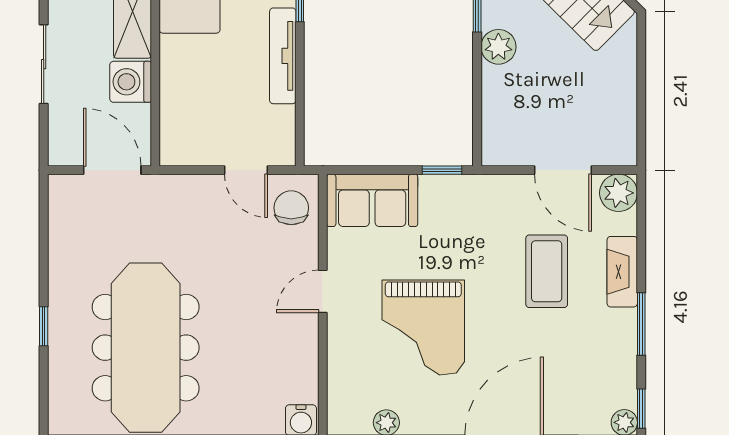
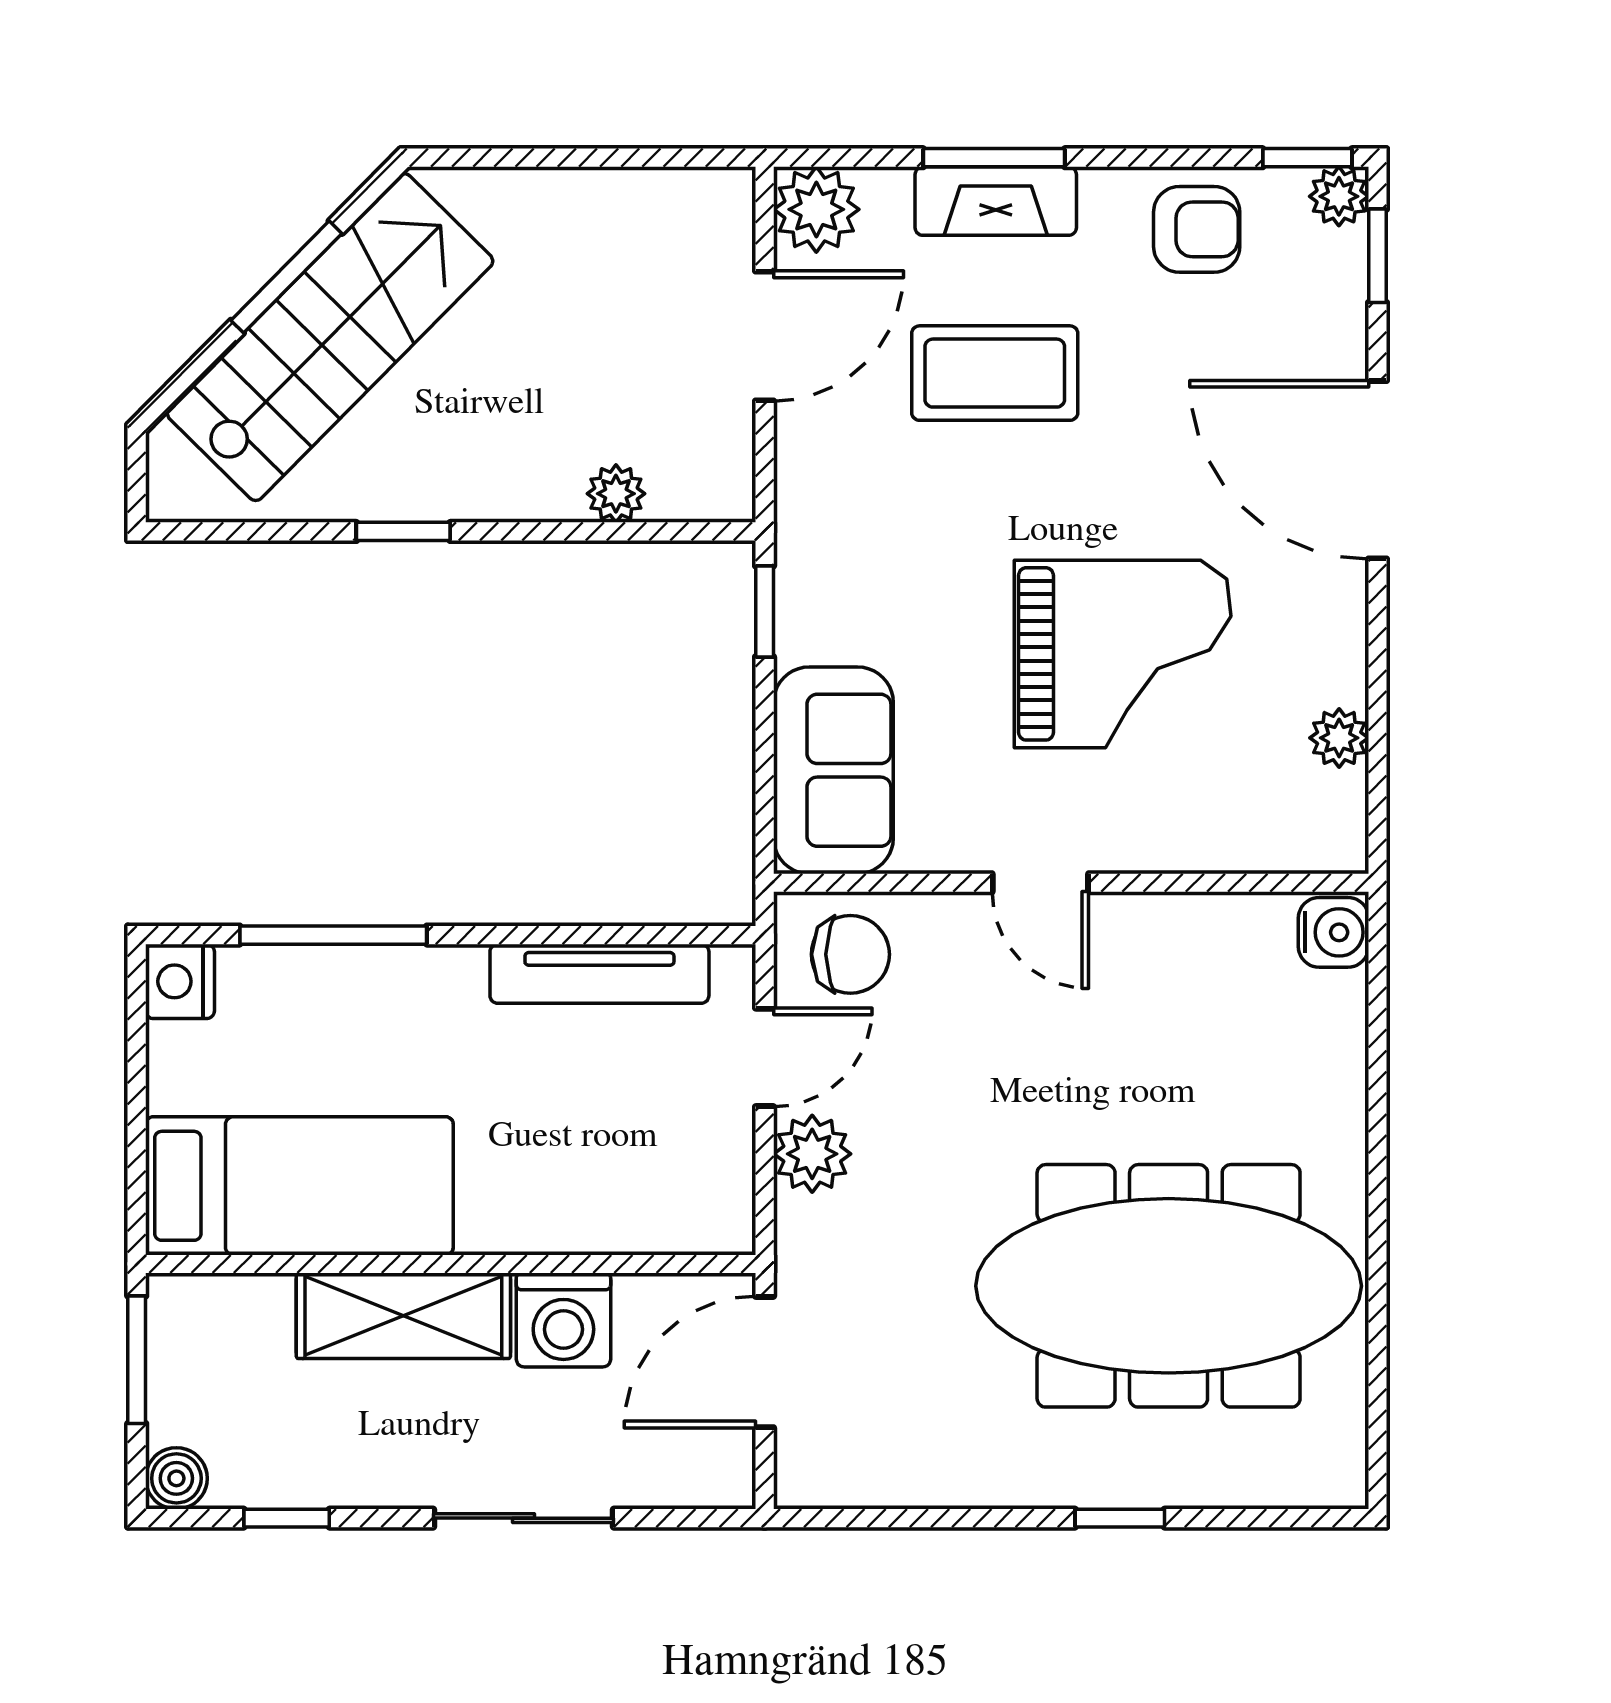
plant: (498, 47) -> (616, 494), moved, width x0.73, depth x0.73
tv unit: (283, 56) -> (599, 974), moved
plant: (204, 191) -> (812, 1154), added
chair: (291, 208) -> (850, 954), turned 180
window: (641, 324) -> (994, 158), moved
armchair: (610, 360) -> (1197, 229), added

